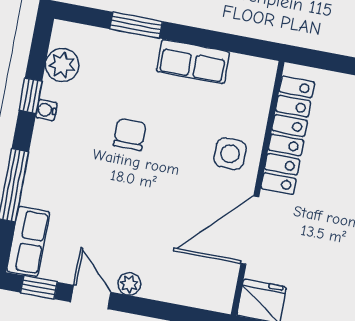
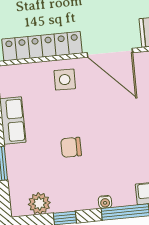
water cooler: (46, 110) -> (105, 202), moved

